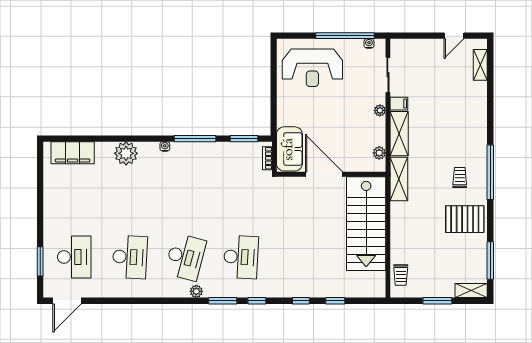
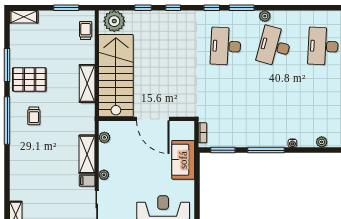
sofa: (289, 149) -> (183, 160), moved
plant: (126, 153) -> (322, 142), width x0.53, depth x0.53
shelving: (399, 179) -> (87, 84), moved
window: (490, 260) -> (7, 65), moved
plant: (368, 286) -> (114, 21), added
window: (437, 301) -> (66, 8), moved

